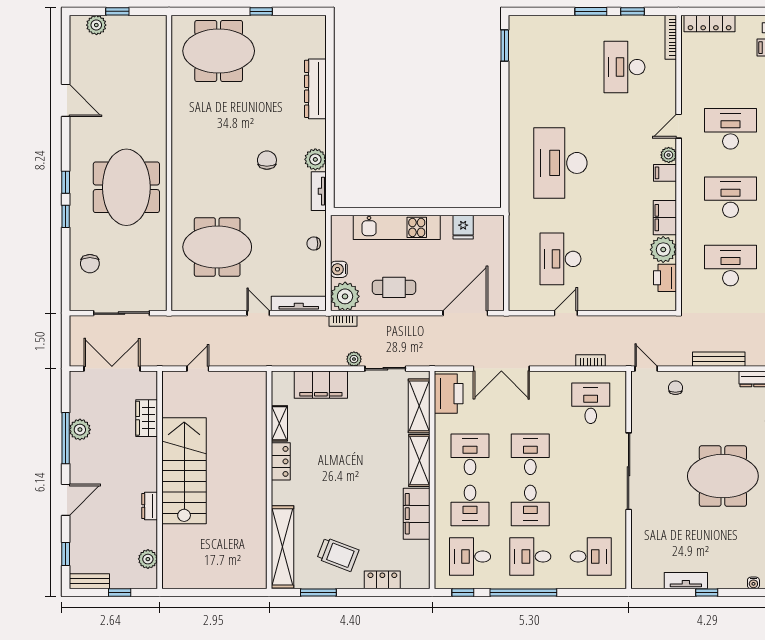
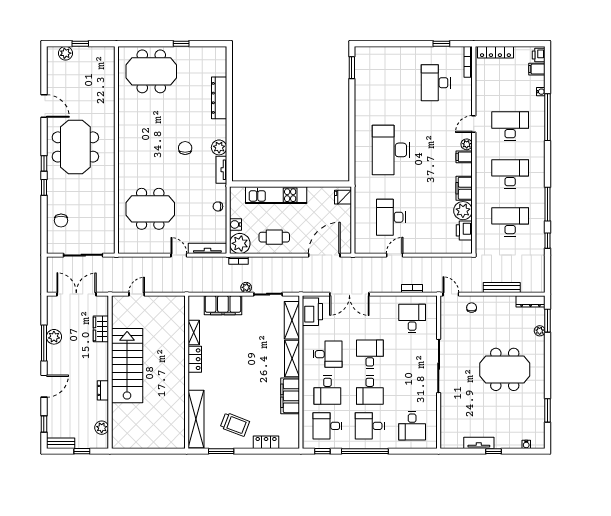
window: (591, 11) -> (412, 44), removed
meeting table: (126, 187) -> (75, 147), moved
fridge: (463, 227) -> (343, 197), moved, turned 90
desk: (470, 454) -> (327, 354), turned 90
desk: (591, 557) -> (412, 426), turned 90

